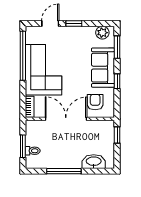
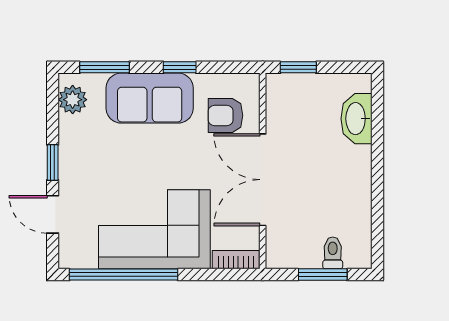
window: (64, 171) -> (377, 184), removed

